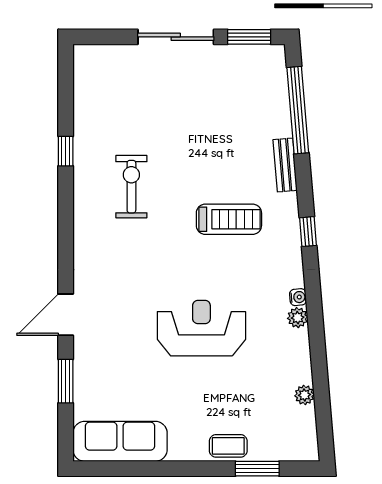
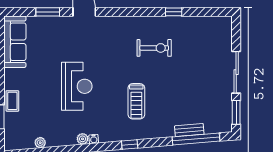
bench: (285, 165) -> (189, 130), moved

